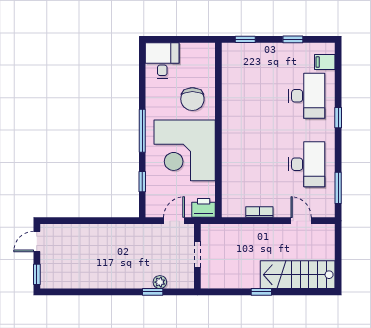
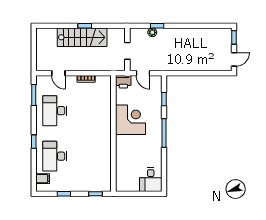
chair: (192, 99) -> (131, 154), removed
corner desk: (185, 150) -> (130, 120), width x0.74, depth x0.74
door: (174, 221) -> (143, 73), hinge flipped
stairs: (298, 275) -> (82, 37), moved

